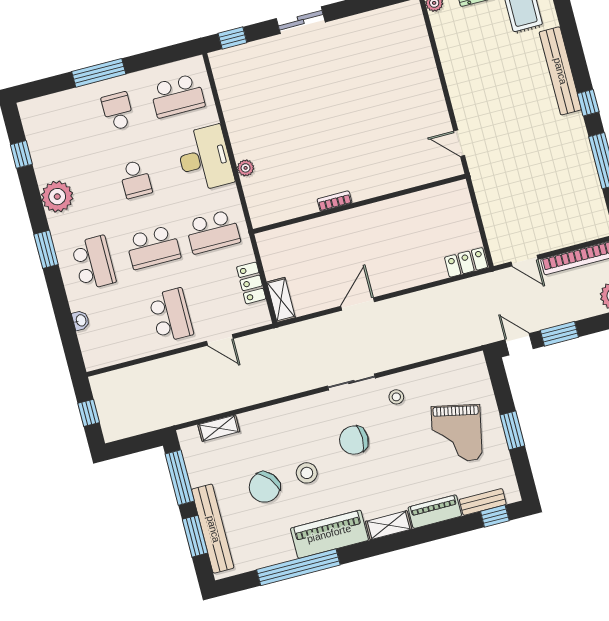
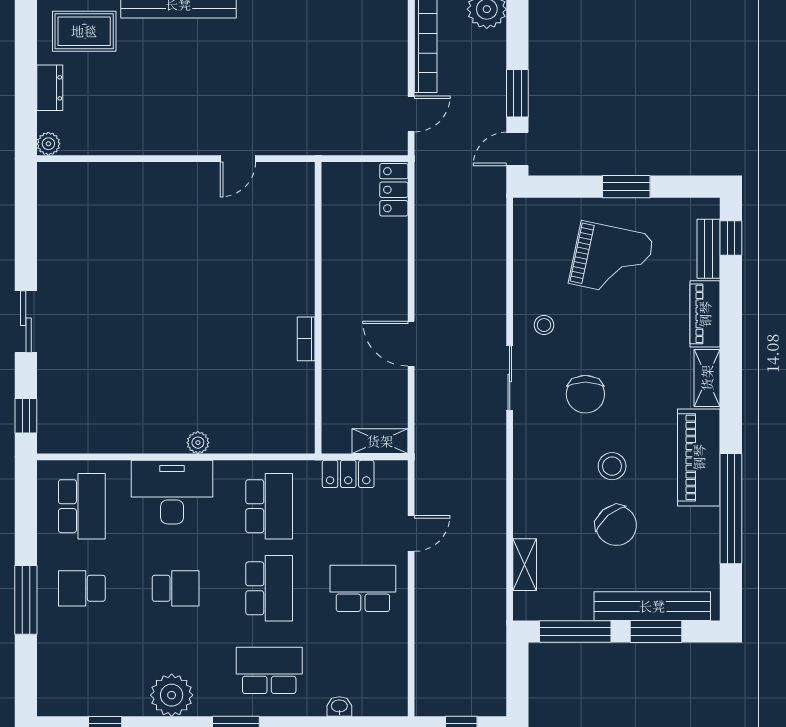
bookcase: (335, 201) -> (306, 339), moved
wall: (359, 204) -> (318, 308), moved

